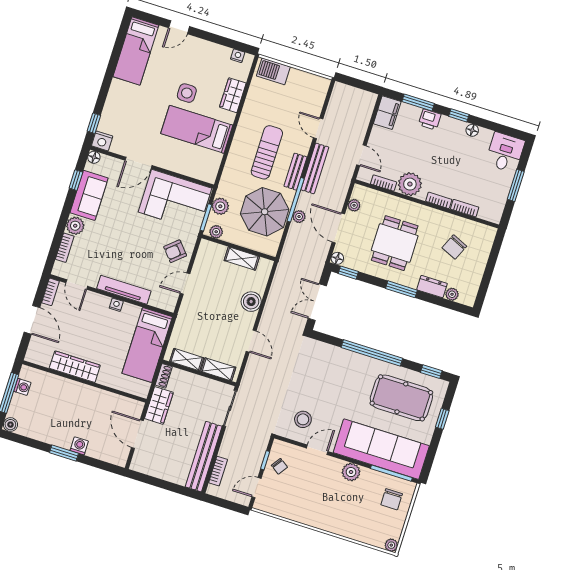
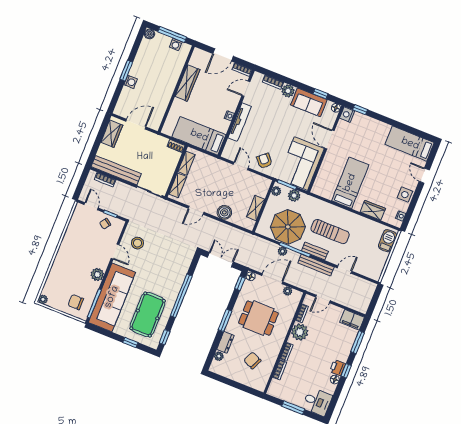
side table: (187, 93) -> (405, 195), moved
printer: (430, 119) -> (338, 368), moved
wardrobe: (159, 405) -> (112, 134), moved, turned -90

